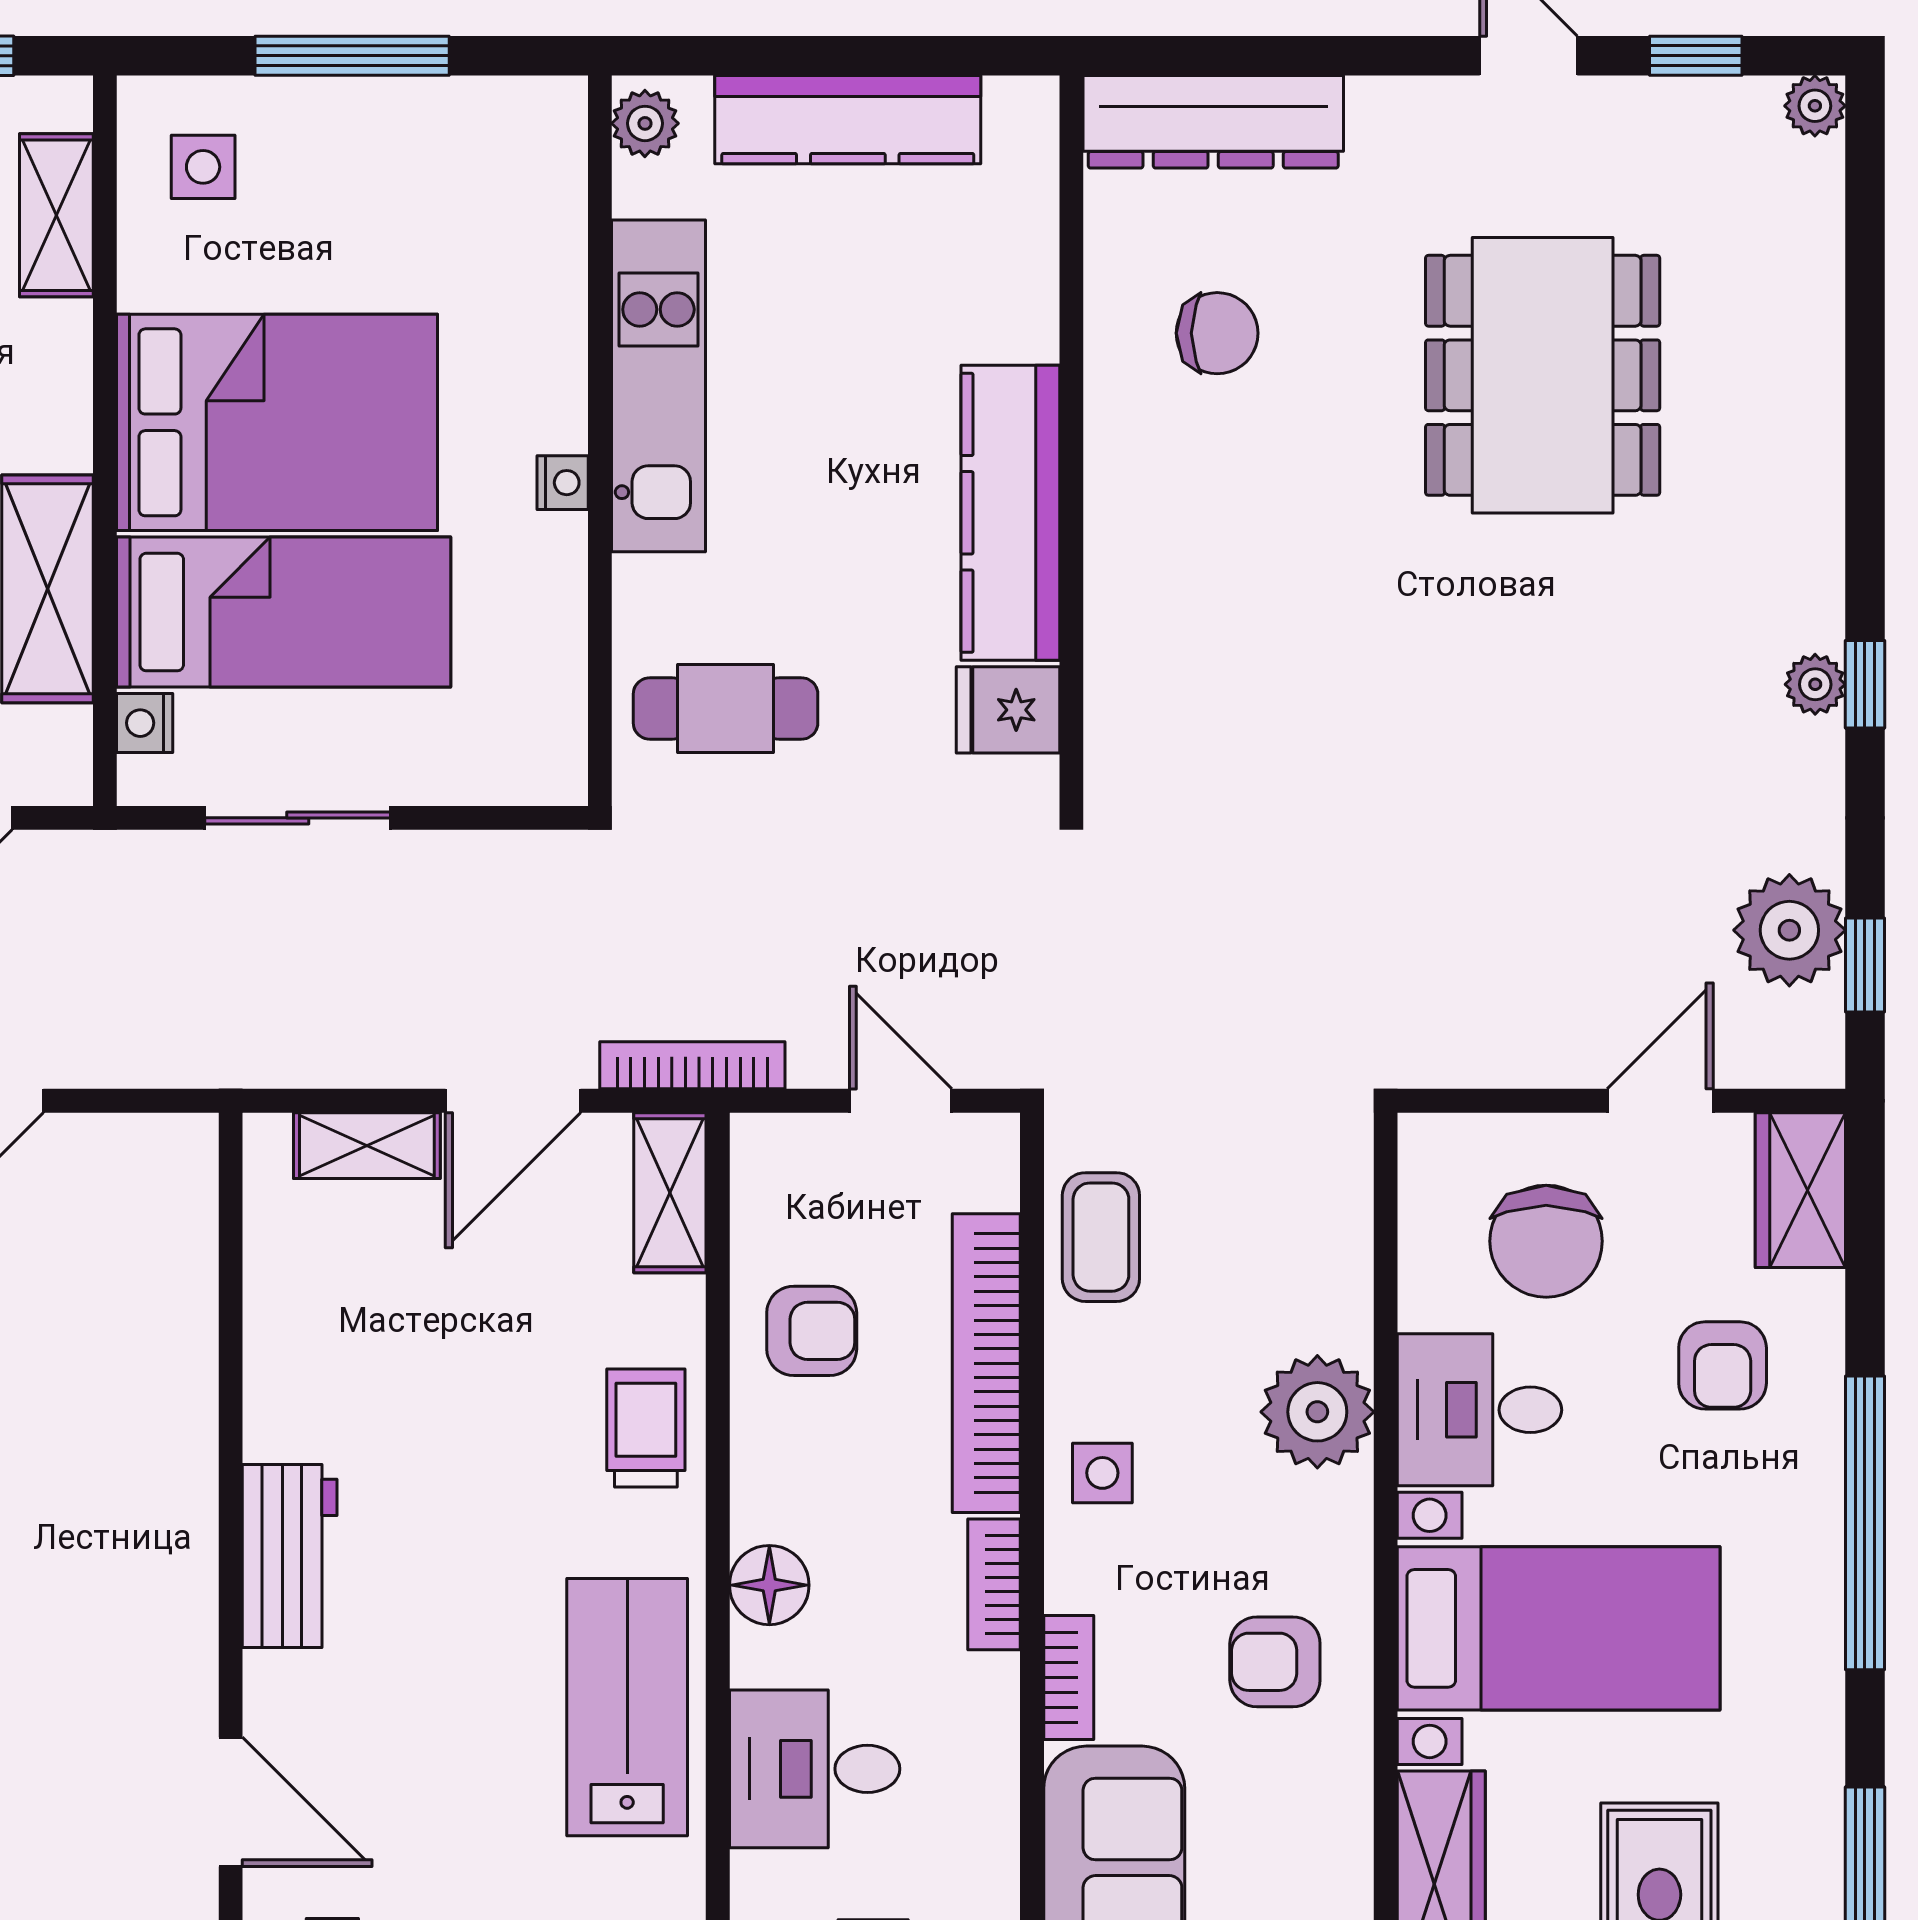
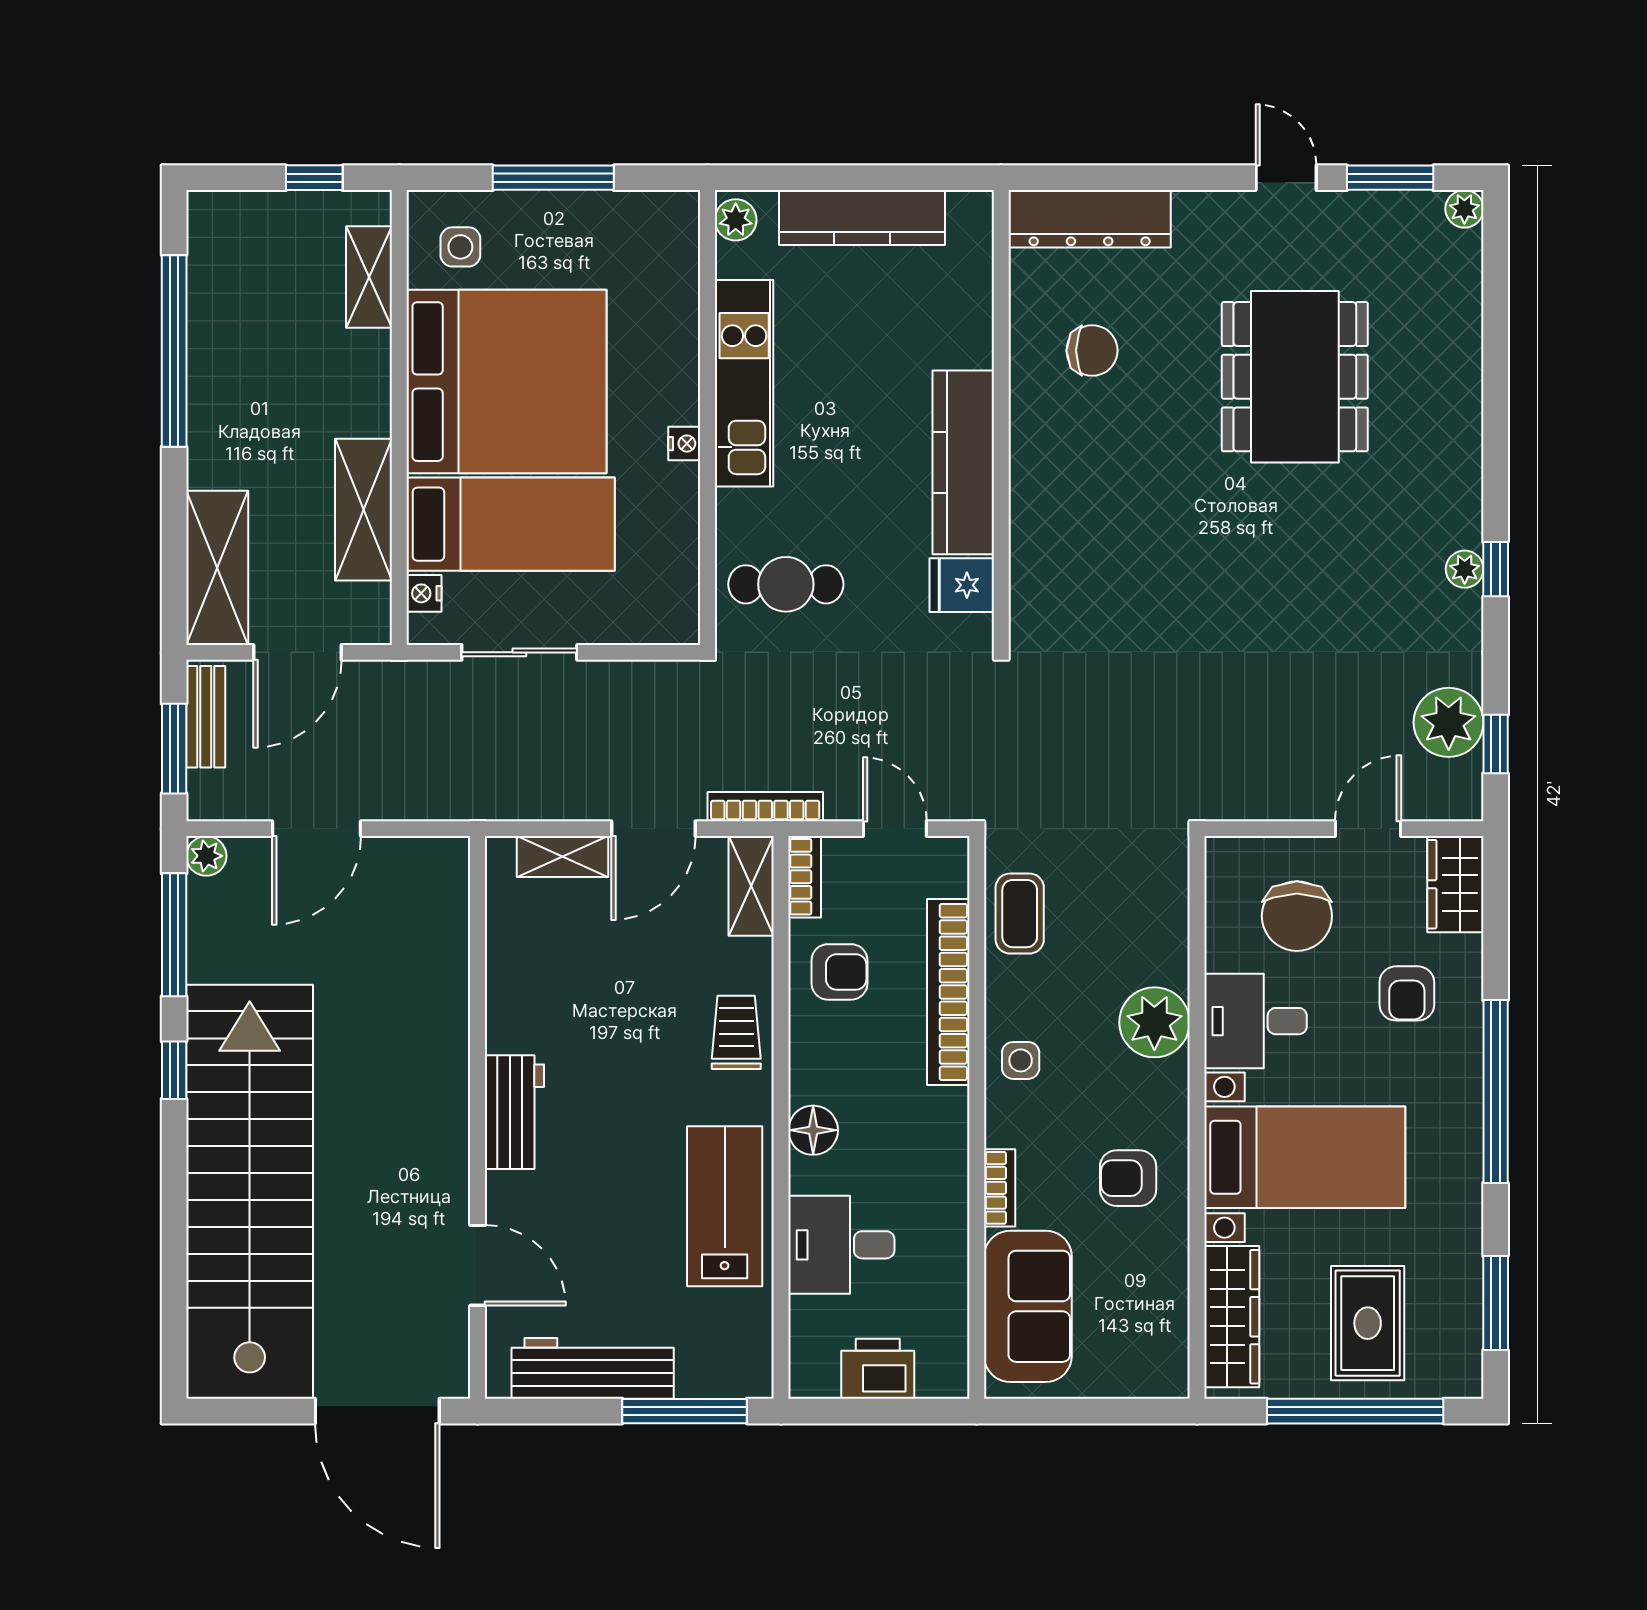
window: (1696, 56) -> (1390, 178), width x1.50
bed: (277, 422) -> (506, 382), width x1.36
bookcase: (994, 1584) -> (805, 877), moved, turned 180

